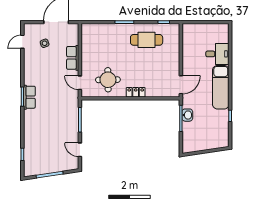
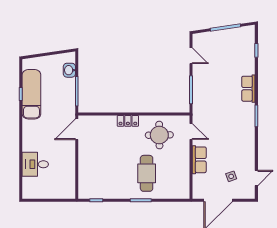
cafe table: (147, 40) -> (147, 173), moved, turned 90
exam couch: (221, 87) -> (31, 94), moved
row of seats: (29, 97) -> (248, 89), moved
washbasin: (187, 115) -> (69, 70), moved

